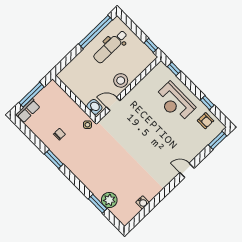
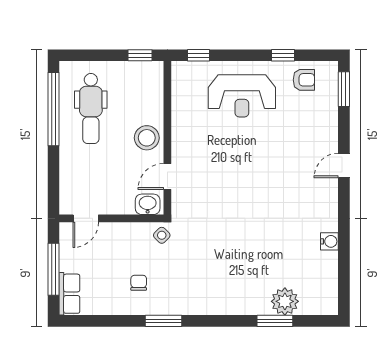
door: (64, 88) -> (86, 218), added
water cooler: (143, 202) -> (329, 241), moved

